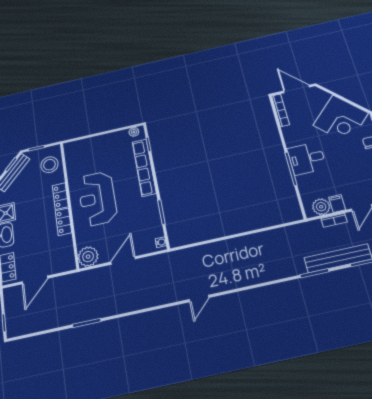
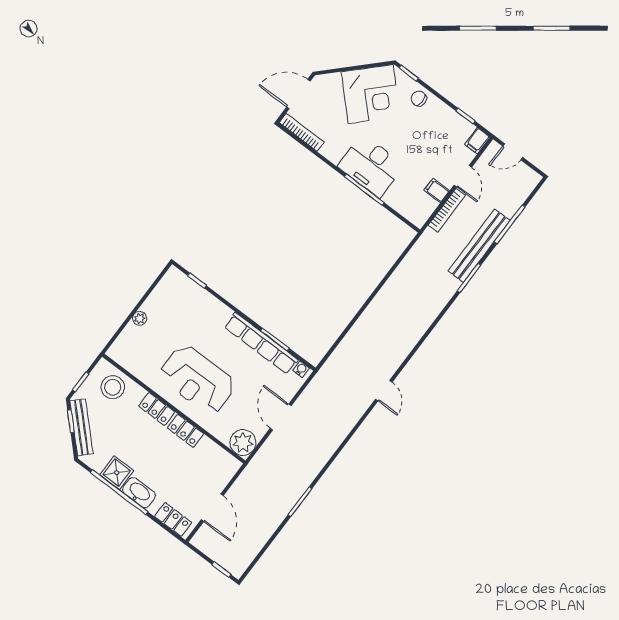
plant: (134, 132) -> (140, 318), moved
desk: (307, 158) -> (371, 166), width x1.37
row of seats: (144, 167) -> (261, 343), moved
plant: (321, 207) -> (424, 206), removed
bookcase: (334, 220) -> (447, 210), width x1.56

